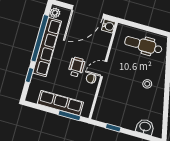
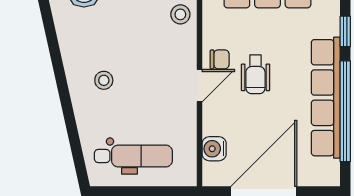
plant: (55, 13) -> (329, 171), removed
water cooler: (109, 26) -> (214, 149), moved
stool: (103, 104) -> (180, 14), added

